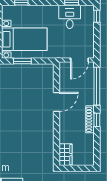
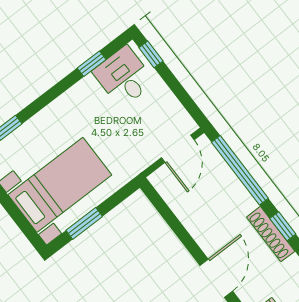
desk: (70, 17) -> (124, 77), moved
door: (56, 102) -> (216, 278), moved

